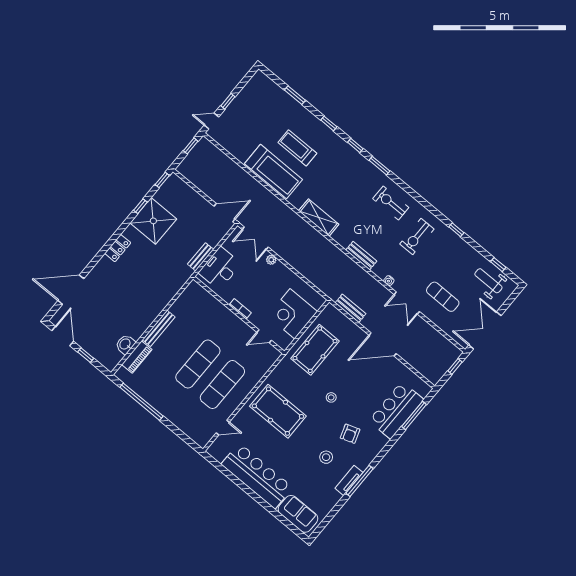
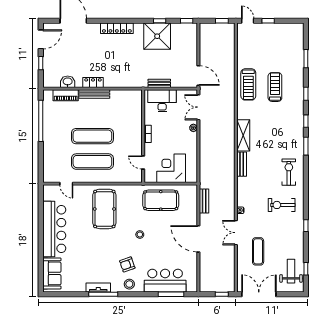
treadmill: (273, 172) -> (248, 84), width x0.73, depth x0.73
locker: (118, 248) -> (117, 28), width x1.53
bench: (361, 256) -> (242, 164), moved
locker: (146, 320) -> (93, 82), added
stool: (326, 457) -> (129, 284), moved

